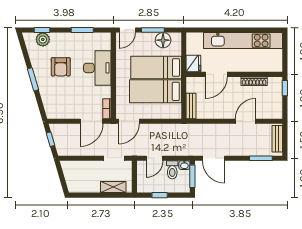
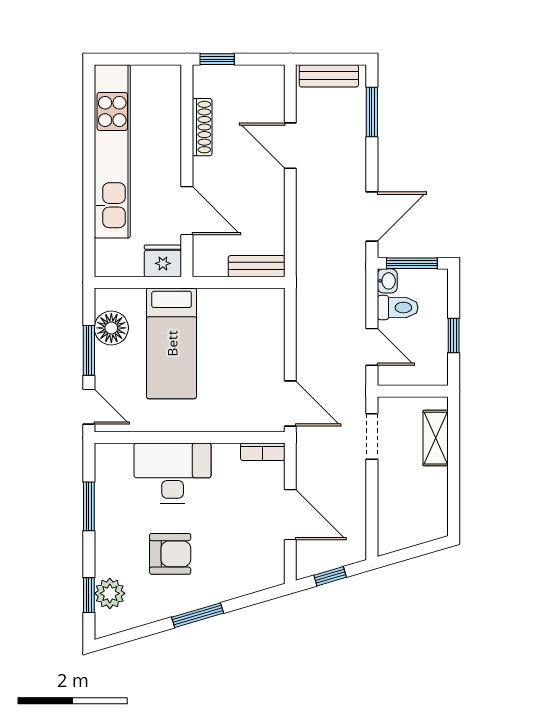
bed: (155, 91) -> (224, 345), removed
door: (91, 121) -> (290, 515), moved

